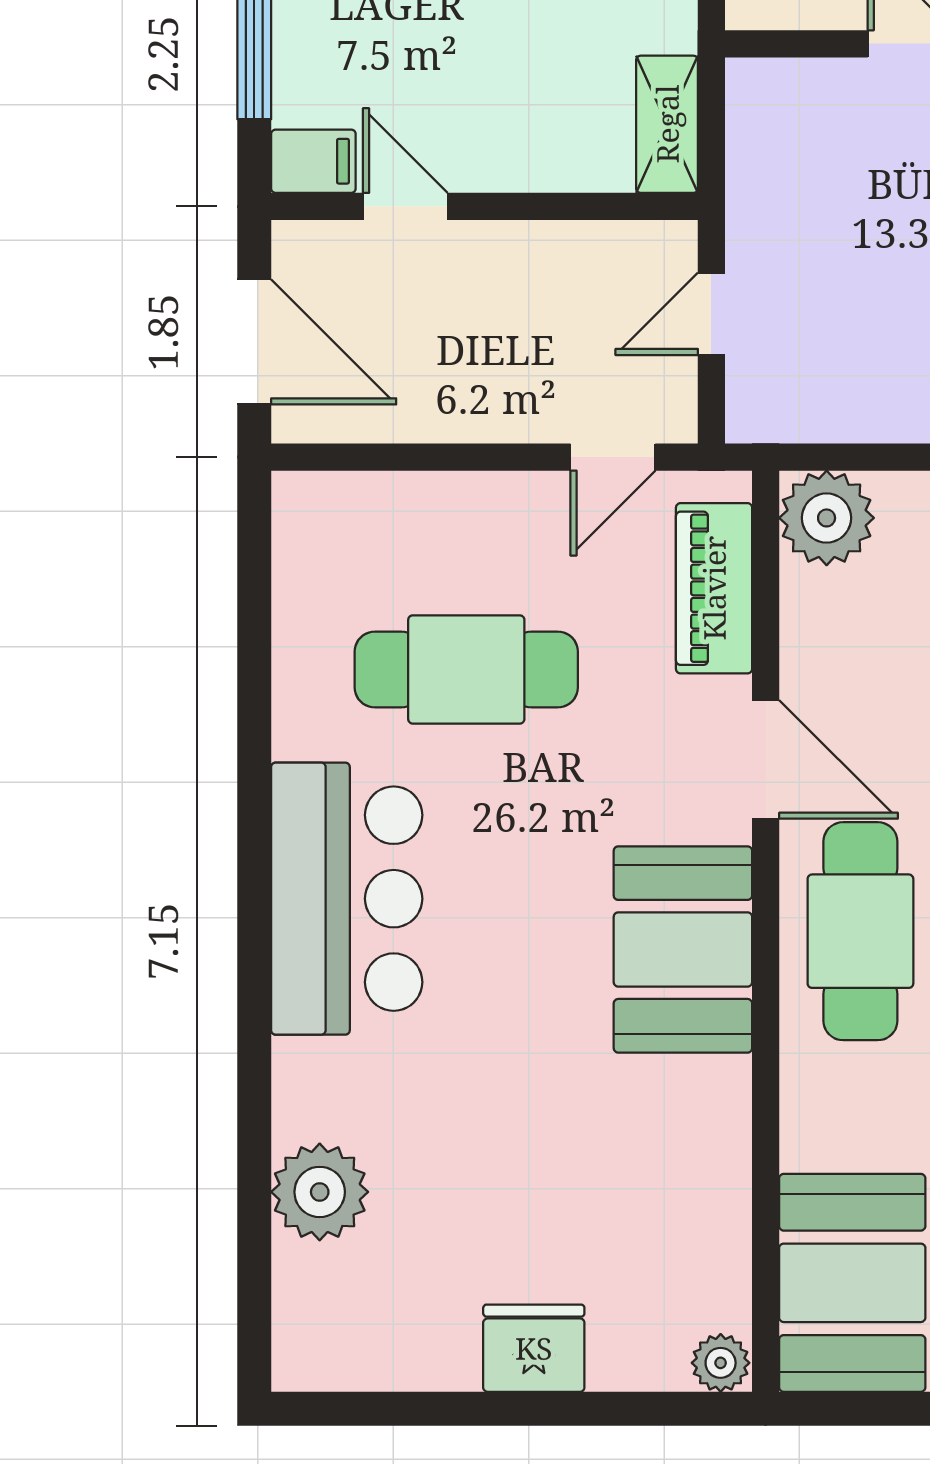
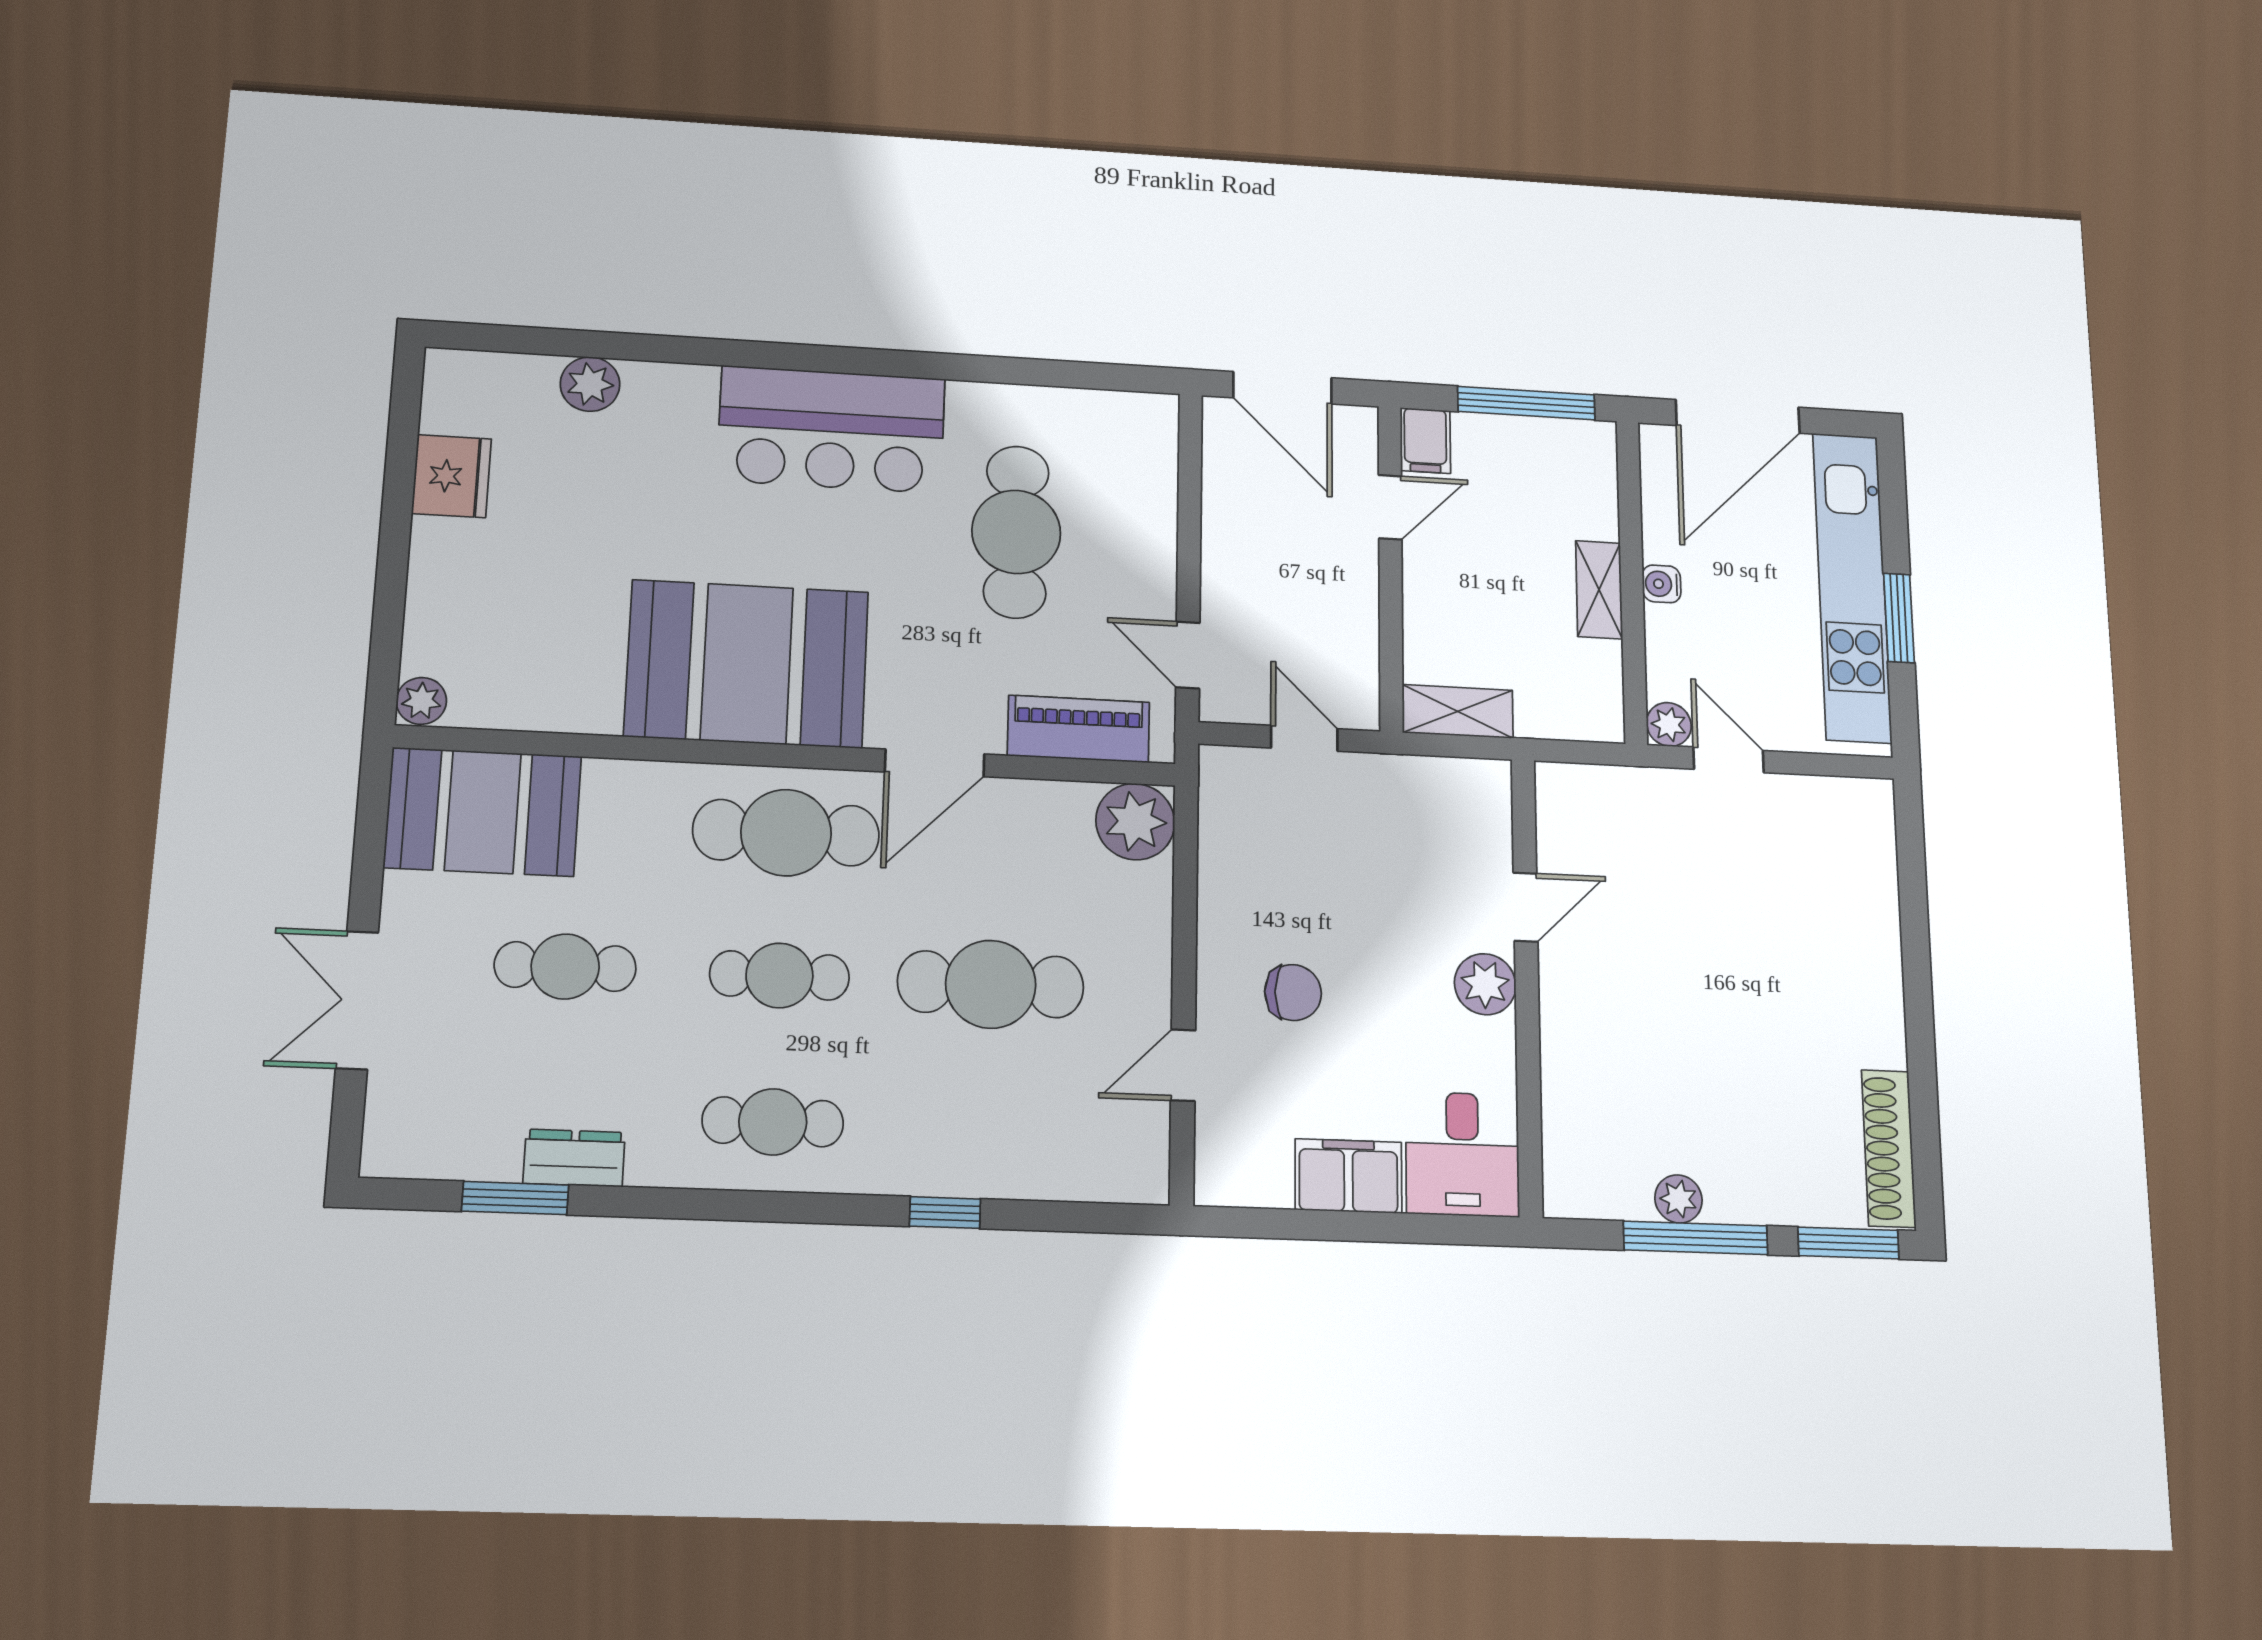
door: (254, 342) -> (1282, 388), hinge flipped
booth: (683, 949) -> (747, 664), width x1.36, depth x1.42
plant: (320, 1192) -> (590, 384), width x0.73, depth x0.73
fridge: (534, 1348) -> (451, 476), moved

